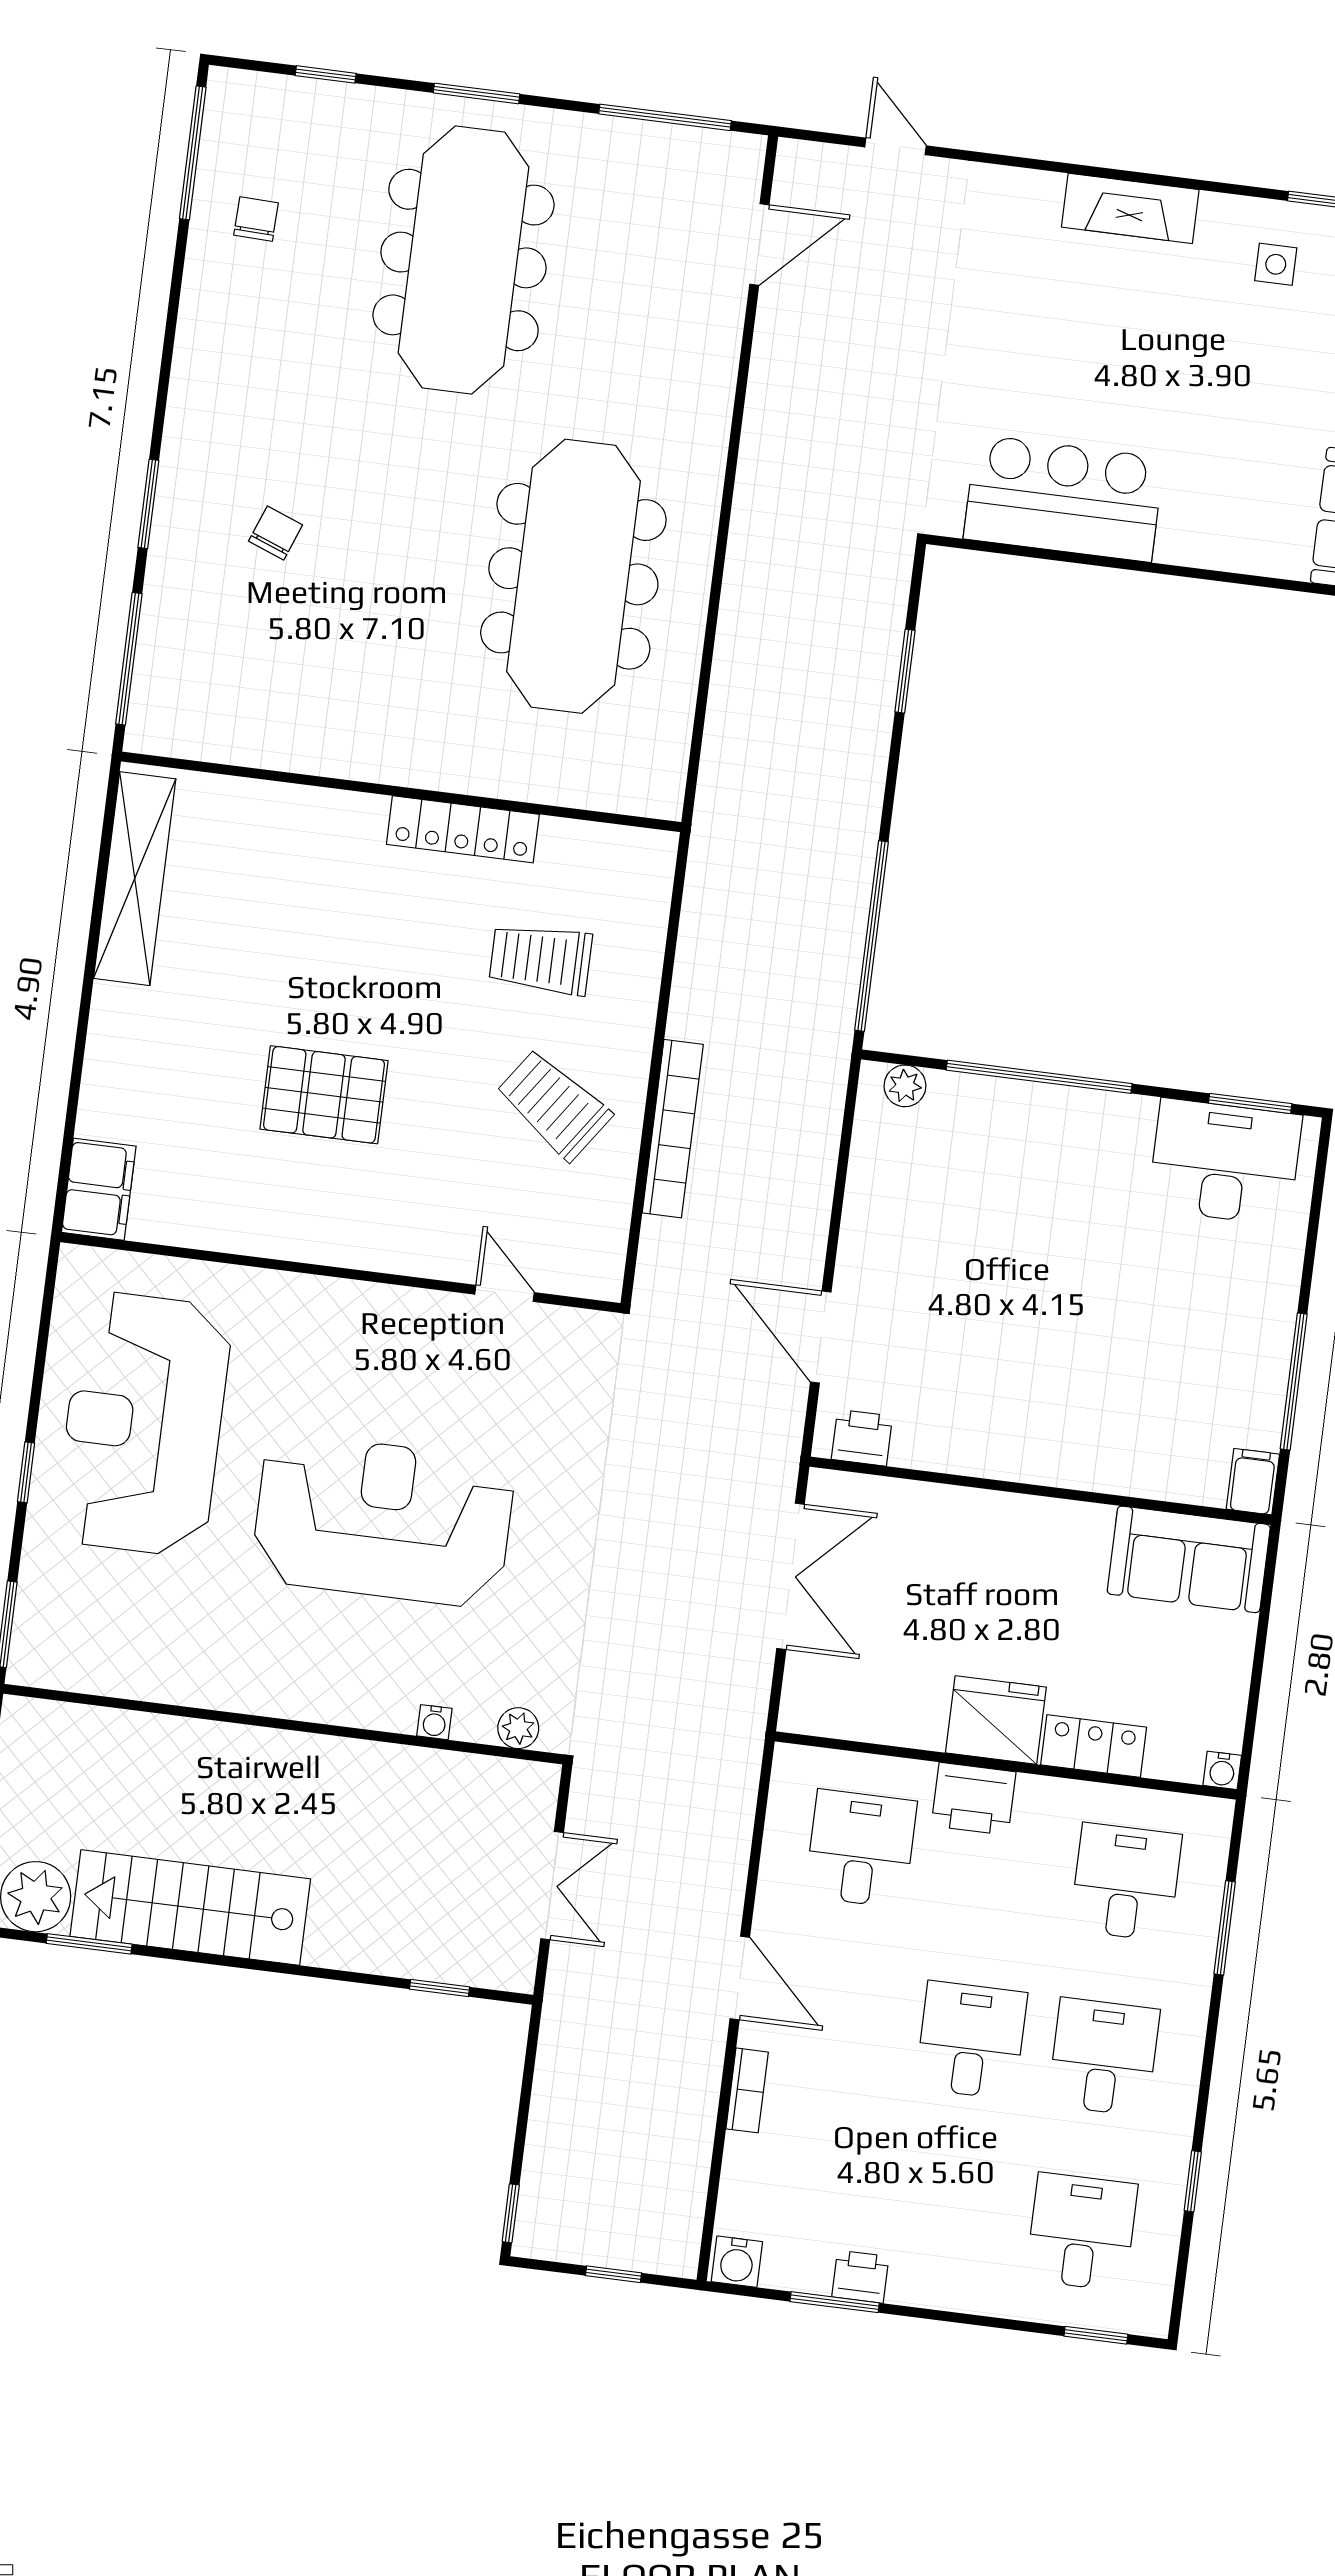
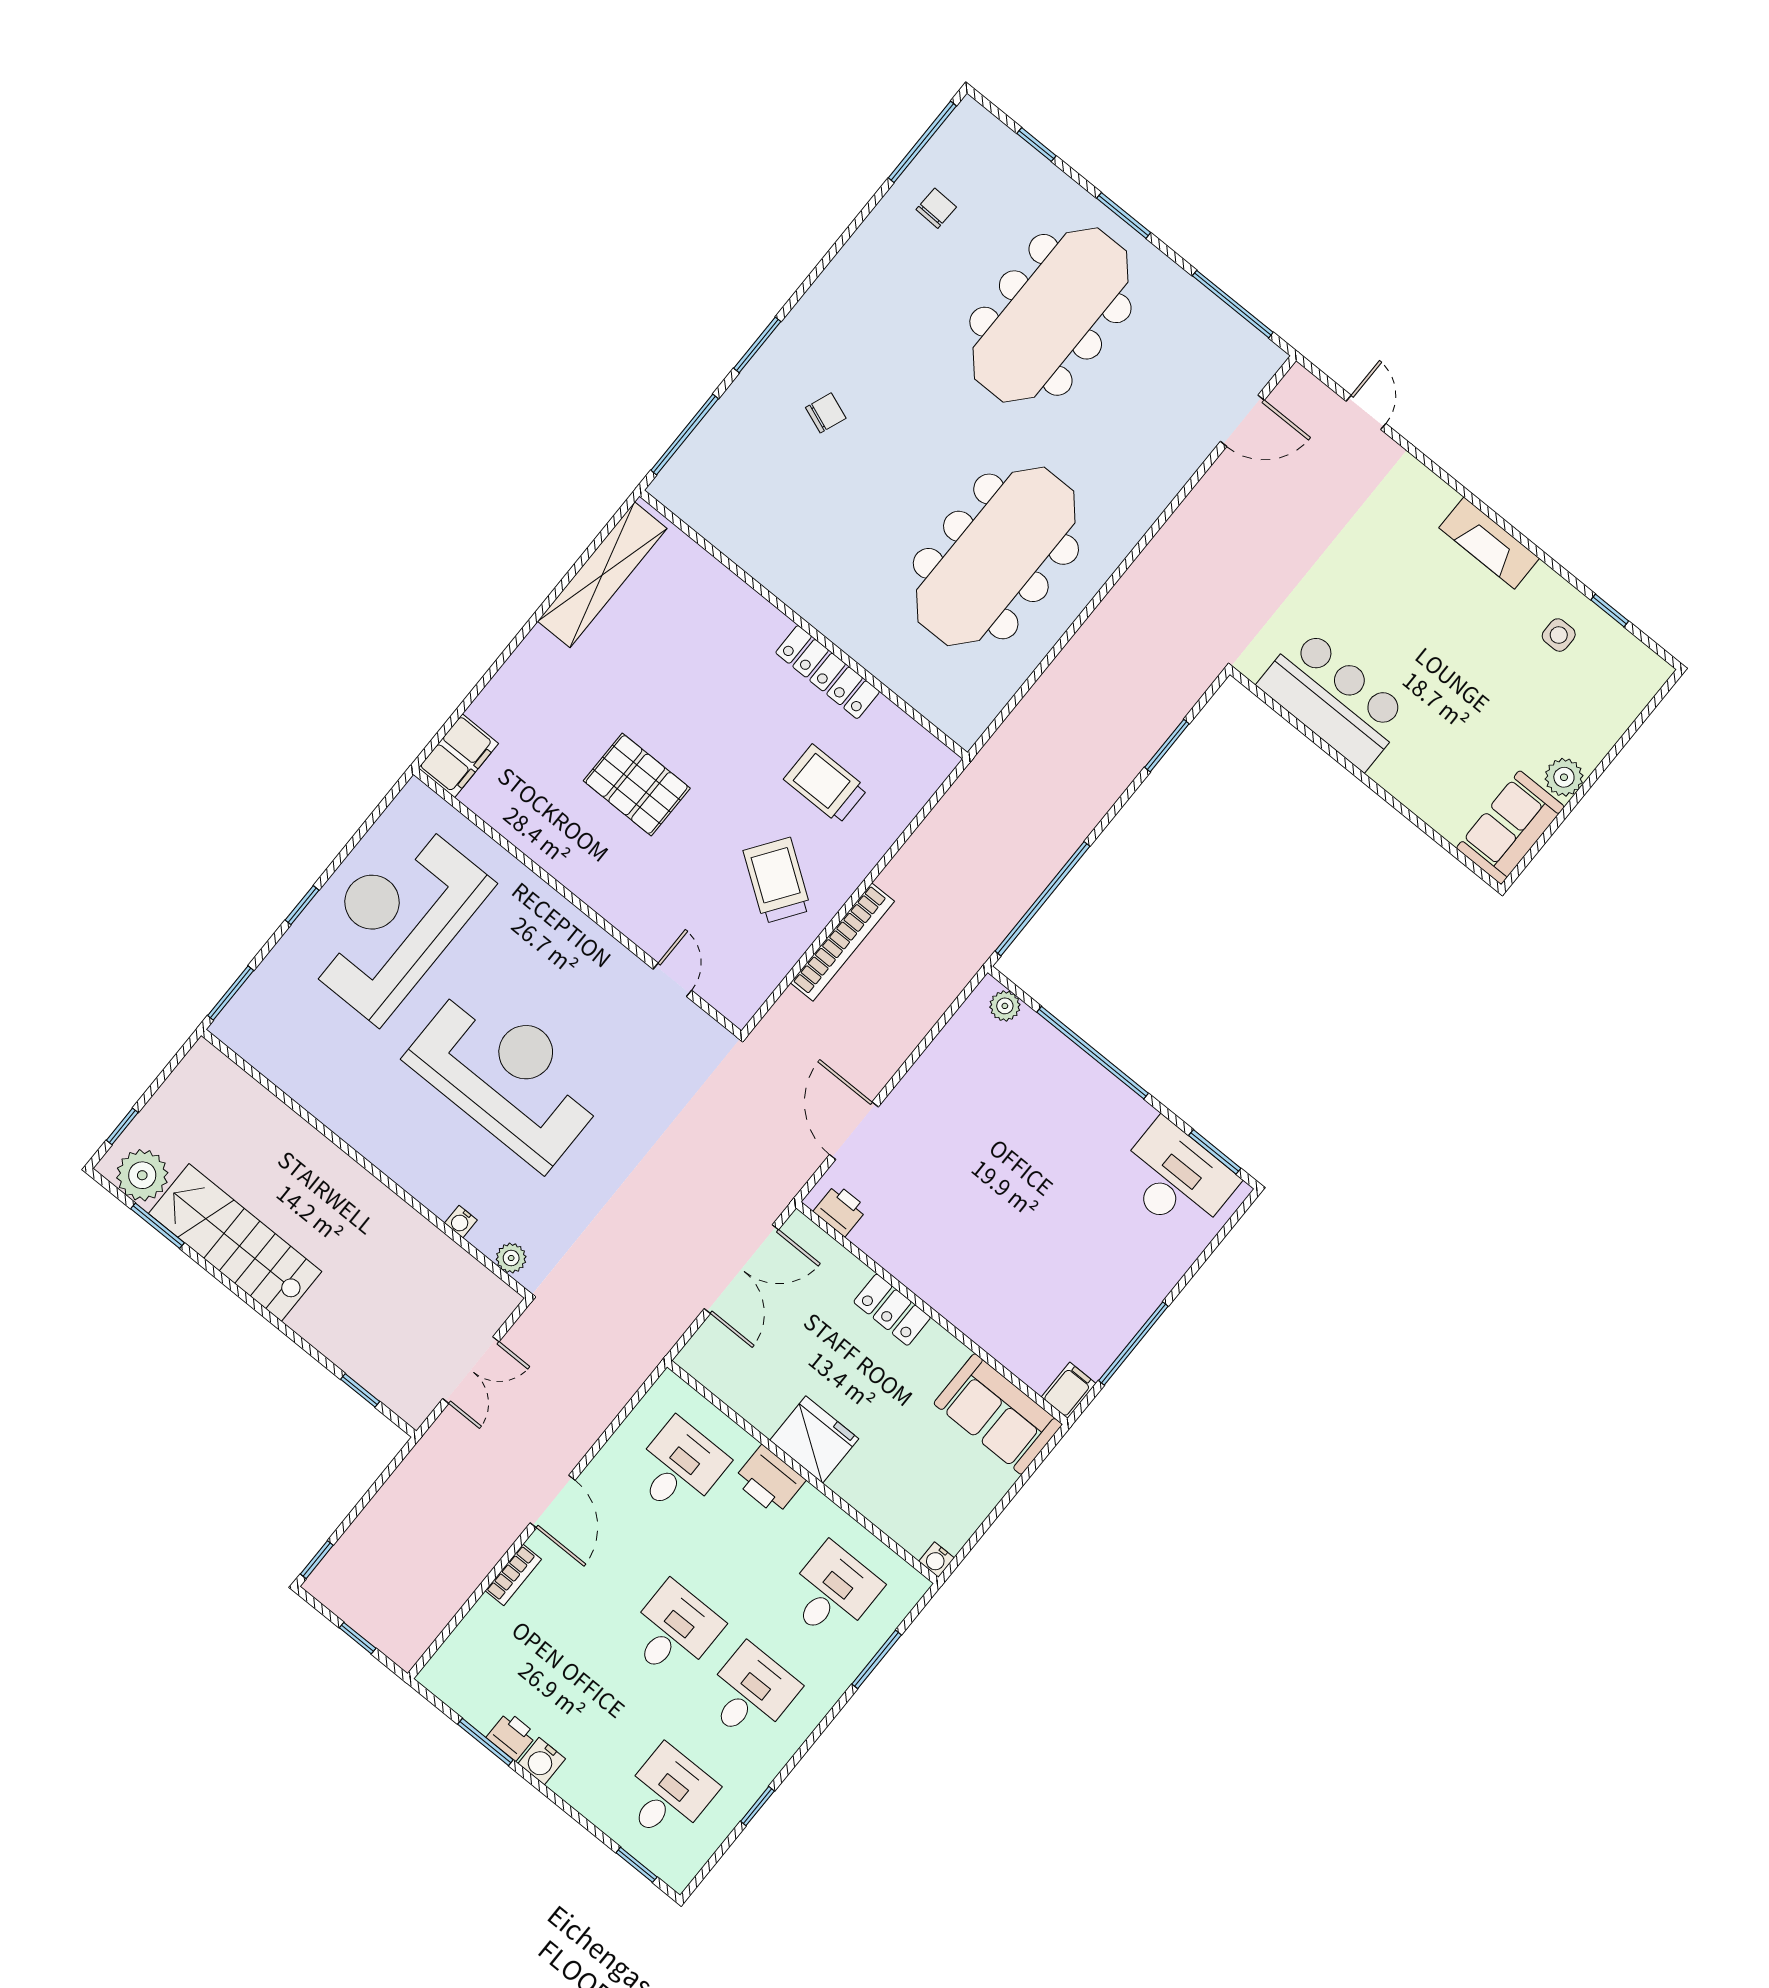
locker: (1094, 1746) -> (892, 1310), moved, turned 180
water cooler: (737, 2262) -> (542, 1761), moved

